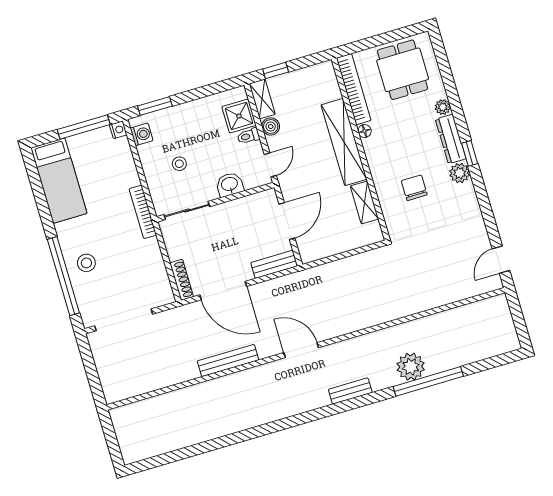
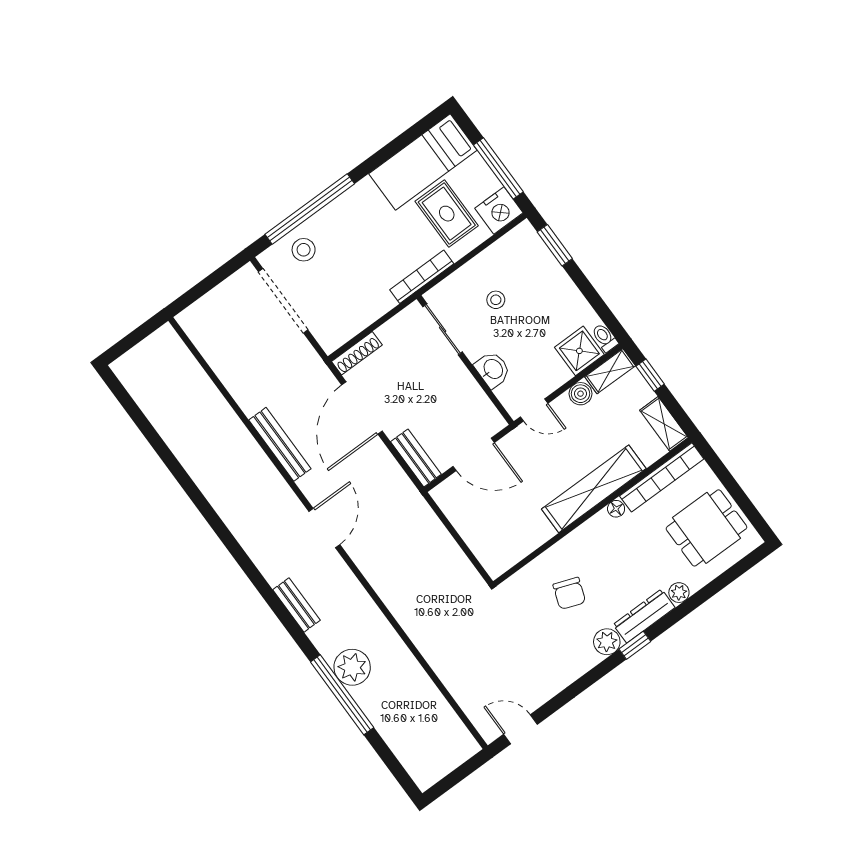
nightstand: (118, 130) -> (499, 211), width x1.89, depth x1.79
washing machine: (142, 134) -> (515, 241), removed
toilet: (248, 136) -> (605, 338), moved
rug: (103, 177) -> (447, 214), added
chair: (414, 188) -> (569, 593), turned 110
shelving: (364, 202) -> (664, 424), moved, turned 90
stool: (86, 263) -> (304, 250), moved

